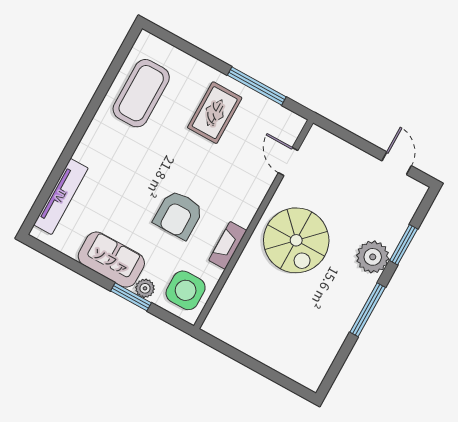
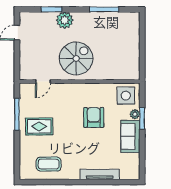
coffee table: (141, 93) -> (49, 164), width x0.73, depth x0.76
tv unit: (61, 196) -> (100, 174), moved
armchair: (178, 215) -> (94, 117), turned -90
fireplace: (228, 245) -> (95, 88), removed
window: (368, 310) -> (104, 9), moved

